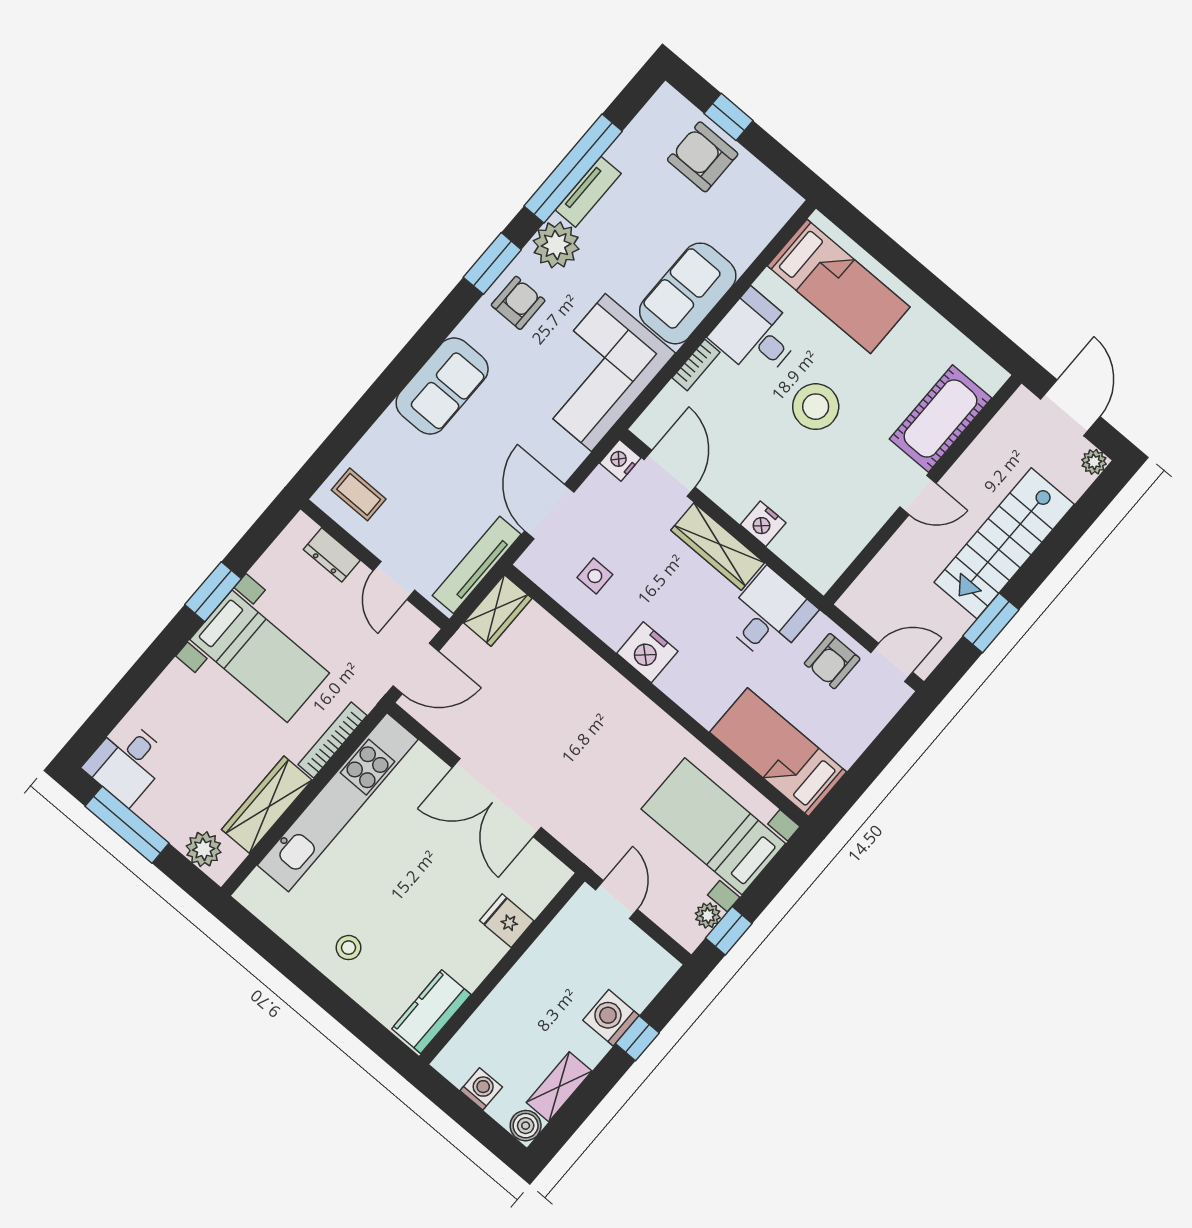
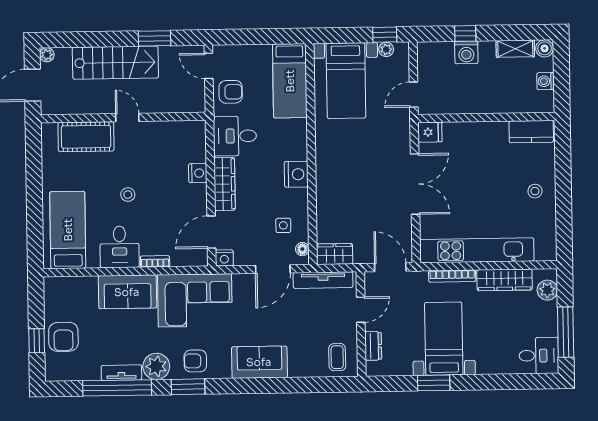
stool: (816, 407) -> (128, 195), width x0.53, depth x0.53
floor lamp: (542, 574) -> (302, 249), added
fridge: (507, 921) -> (430, 132), moved, turned -90

